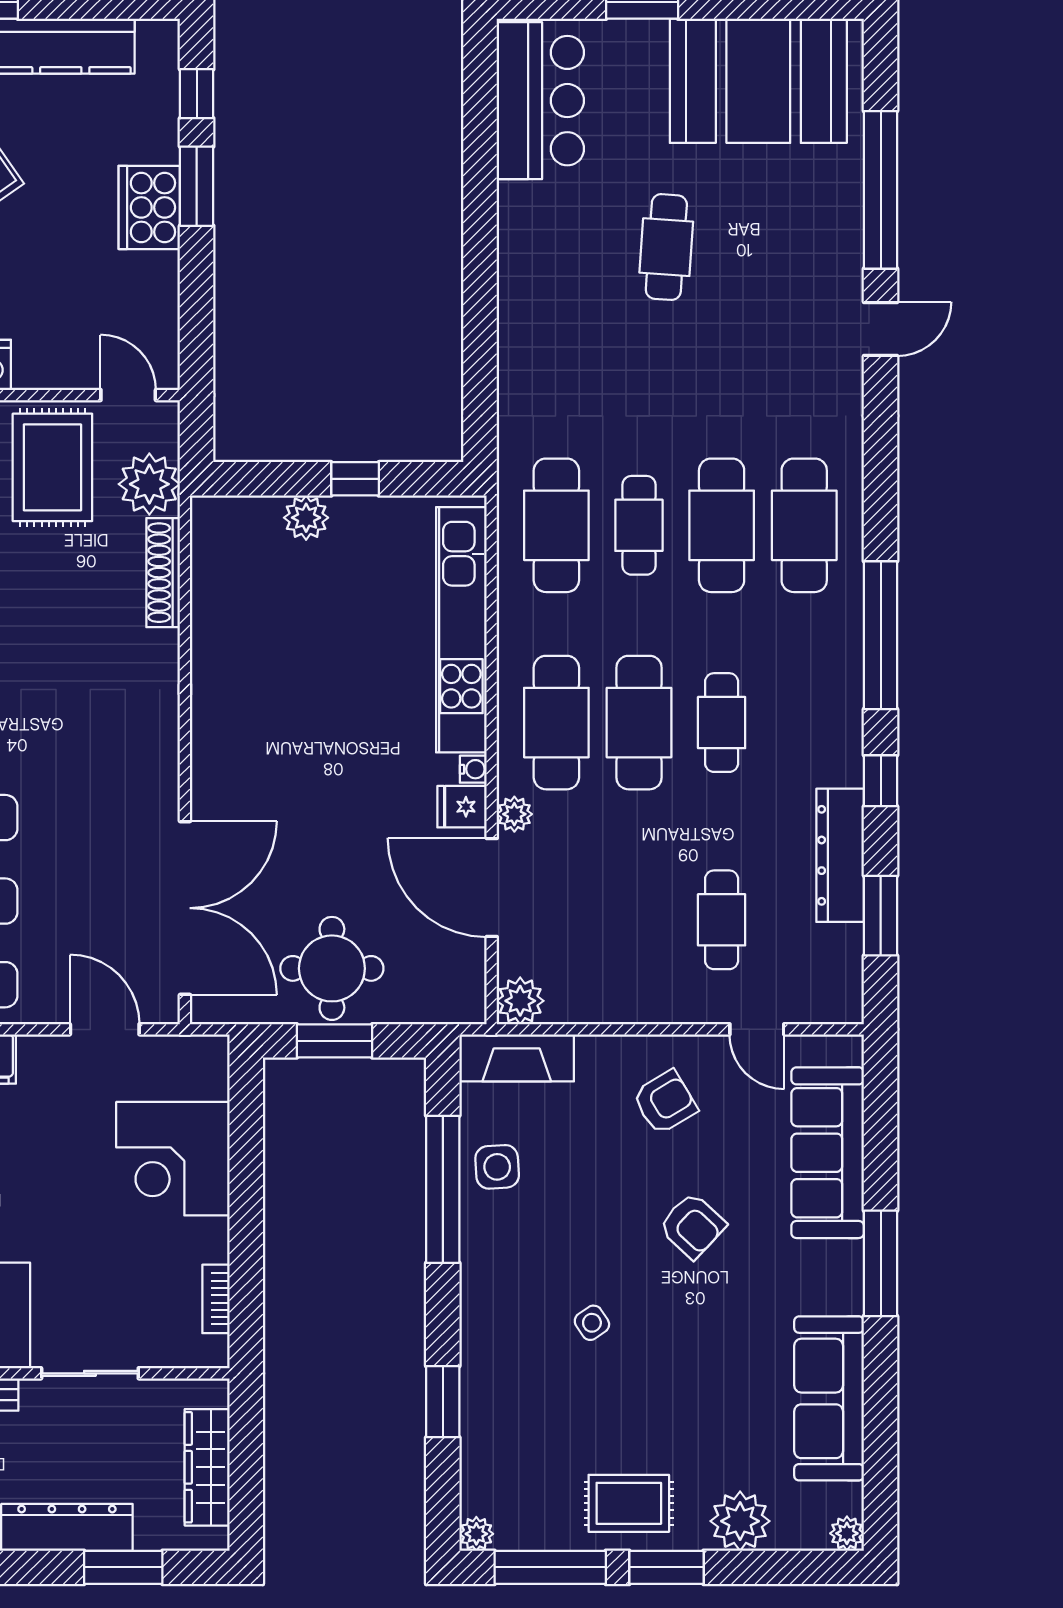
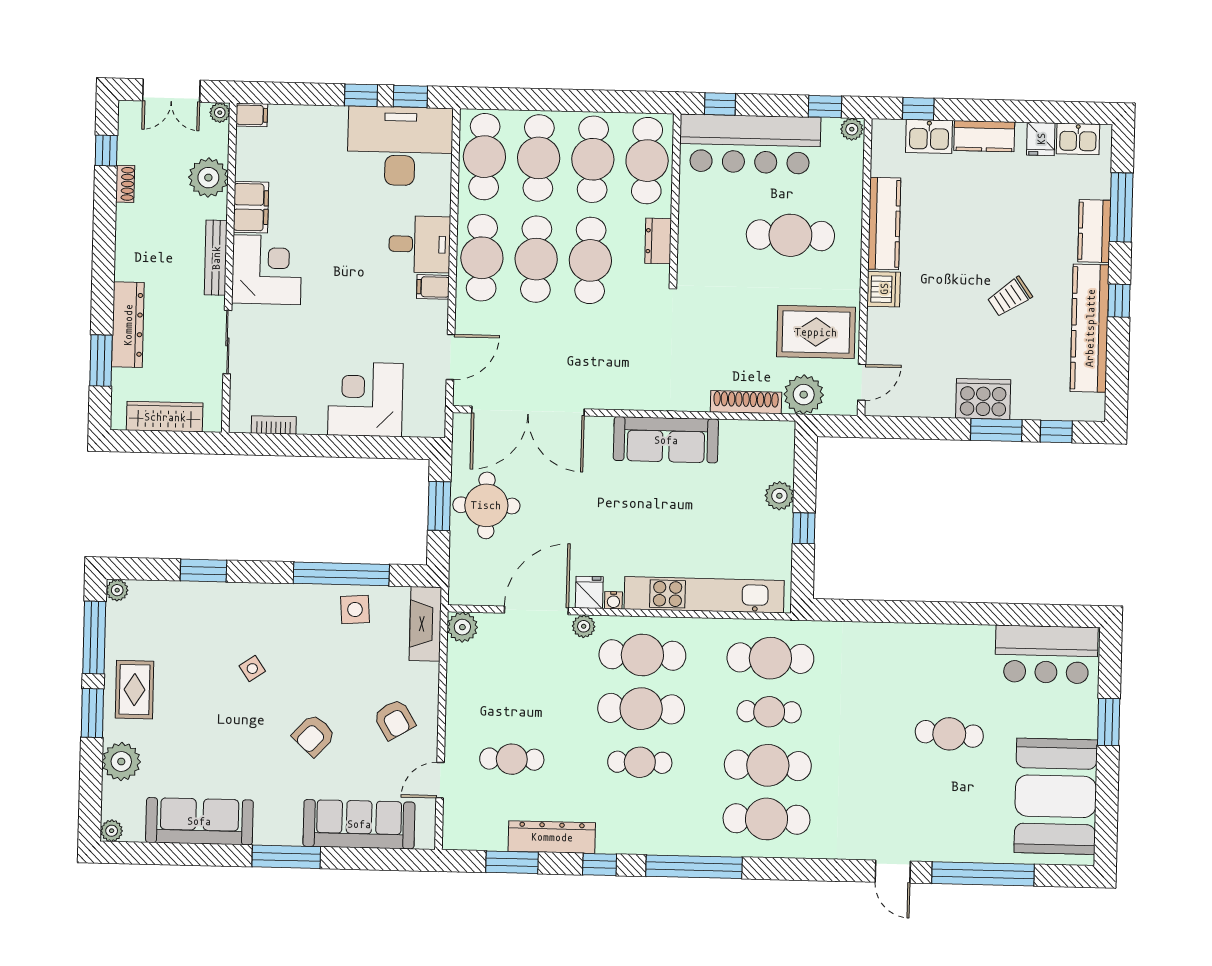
sofa: (224, 694) -> (666, 440), added

